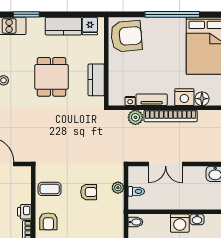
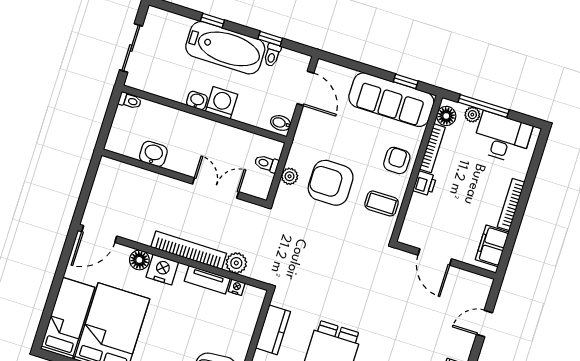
armchair: (89, 192) -> (331, 183), width x1.88, depth x1.88

